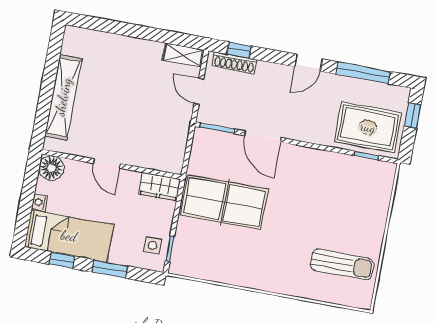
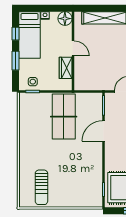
door: (107, 164) -> (73, 48), swing flipped
wardrobe: (160, 187) -> (66, 68), moved

